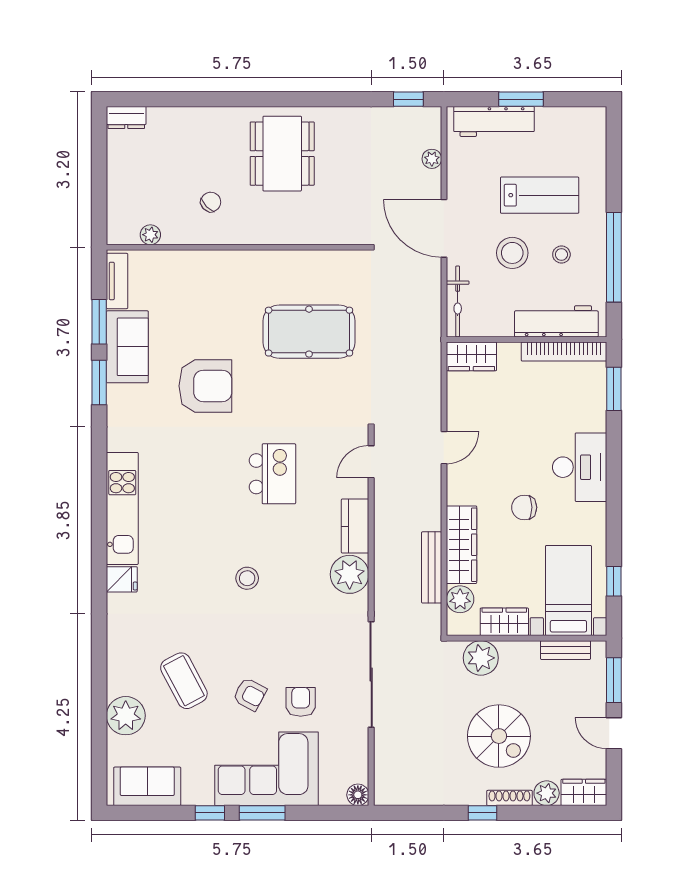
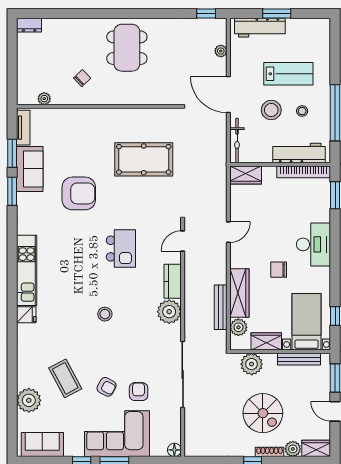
bench: (566, 650) -> (299, 359), width x1.36

